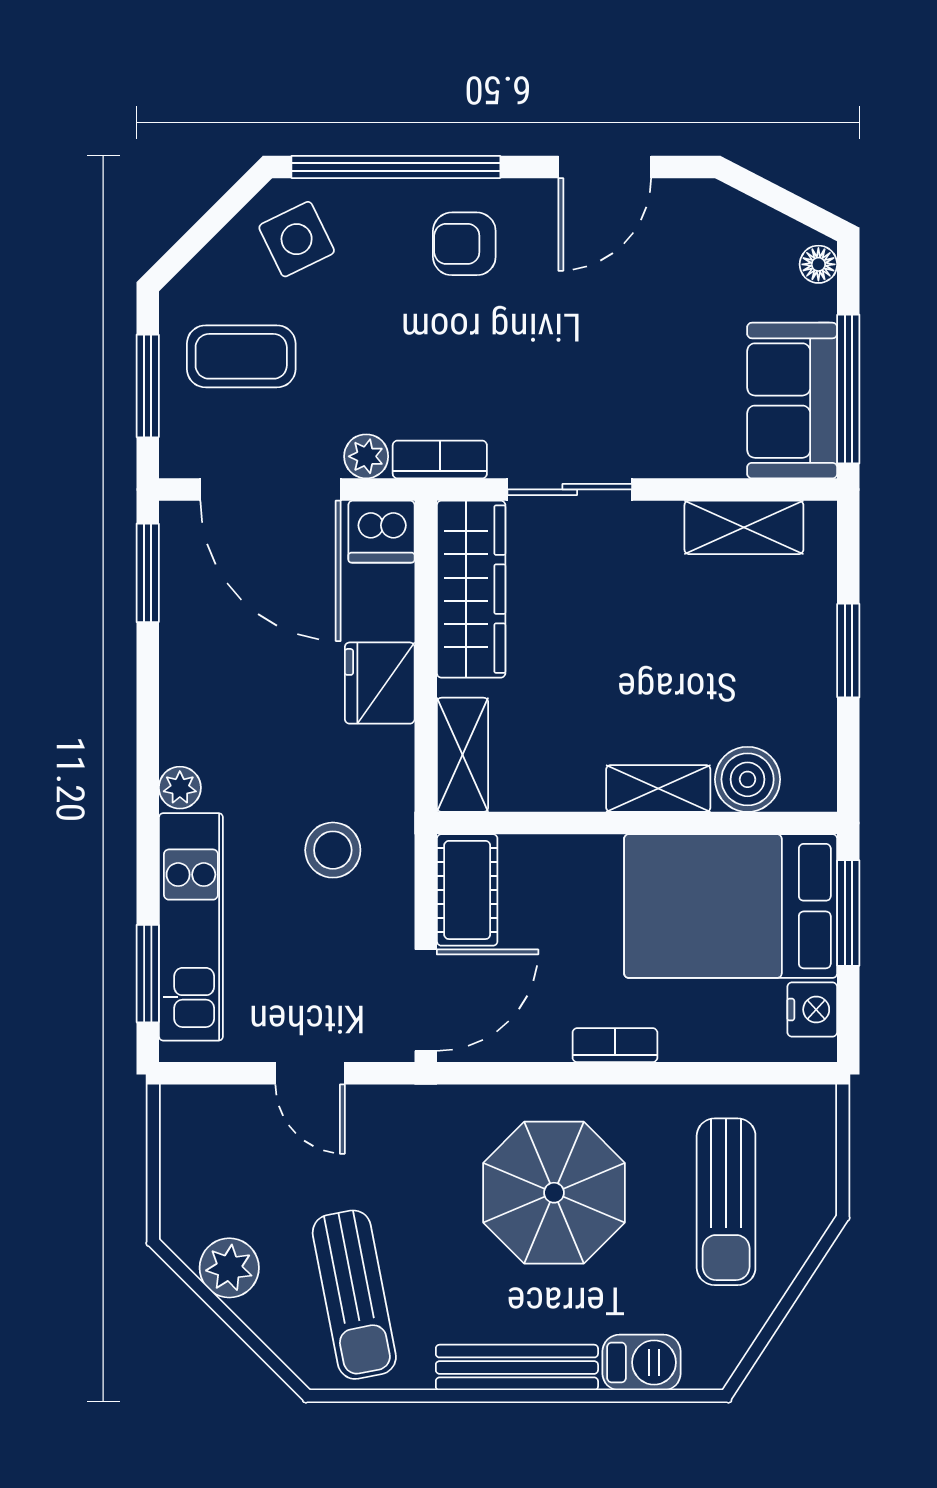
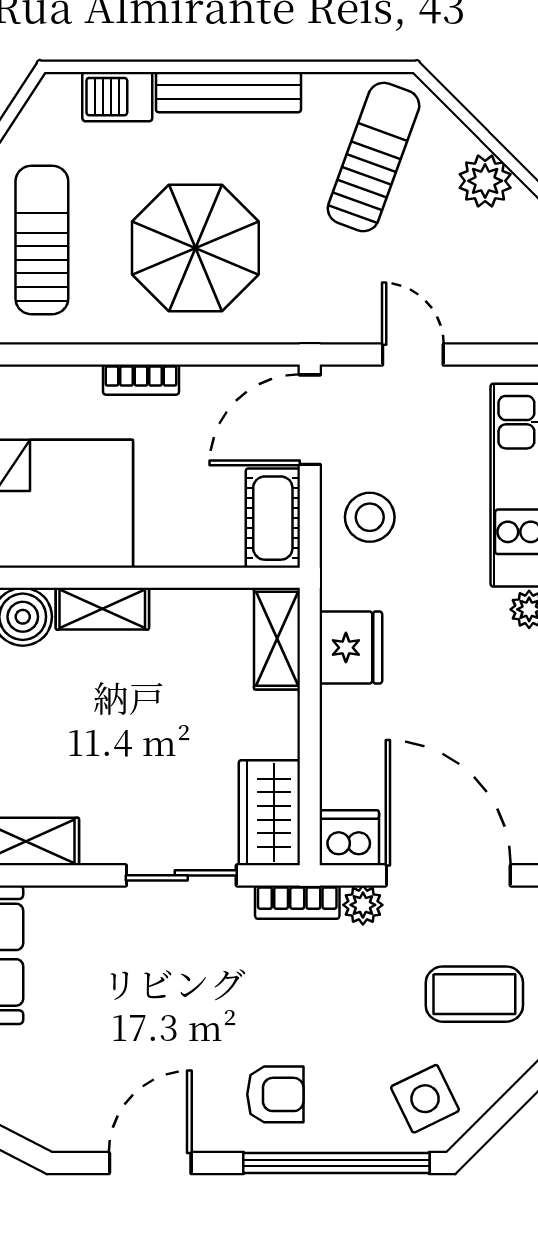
wardrobe: (471, 589) -> (269, 813), width x0.67
fridge: (380, 683) -> (351, 648), moved
stool: (333, 850) -> (370, 517), moved
sun lounger: (354, 1295) -> (374, 157), turned 31

